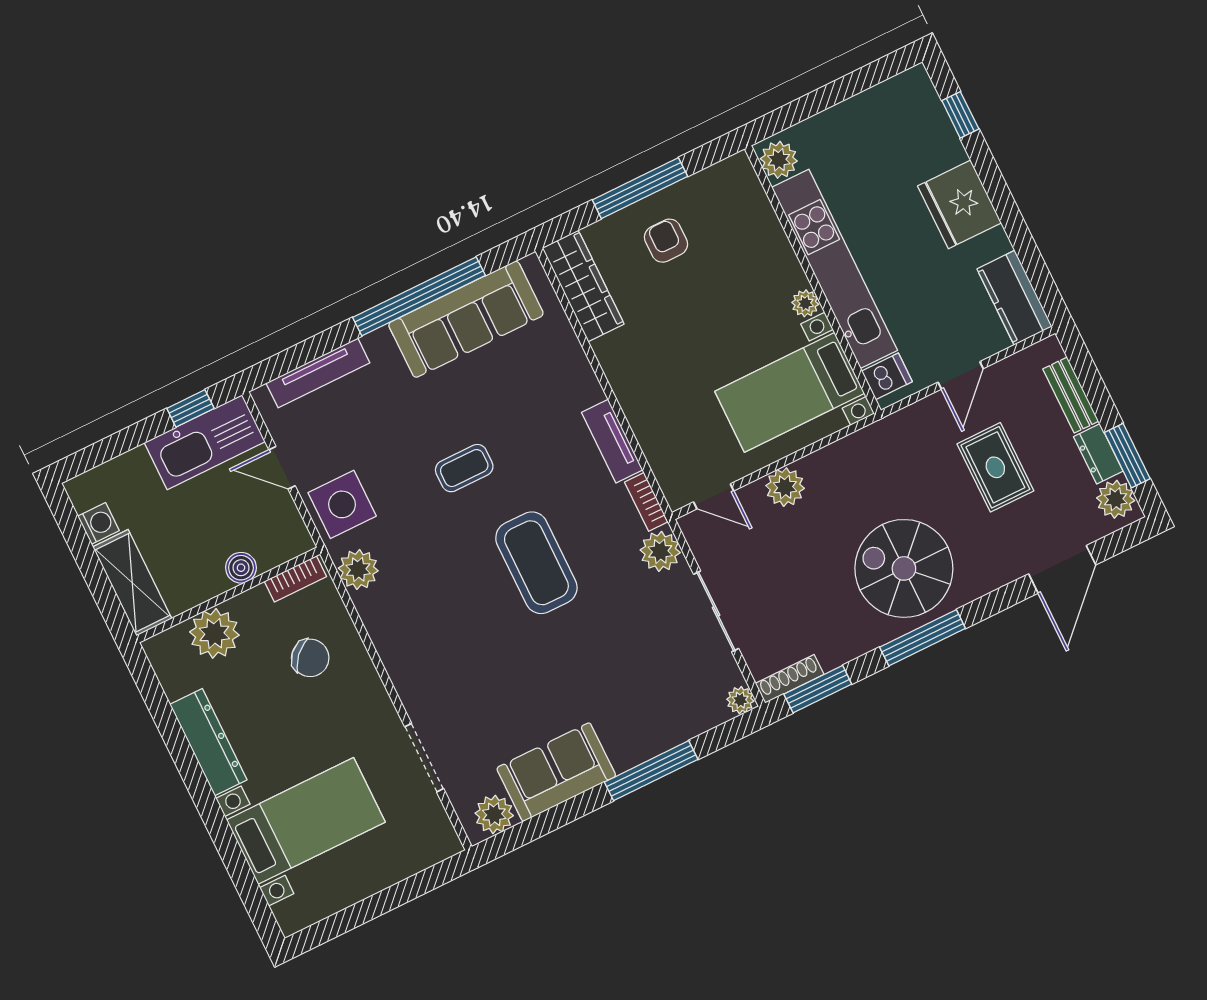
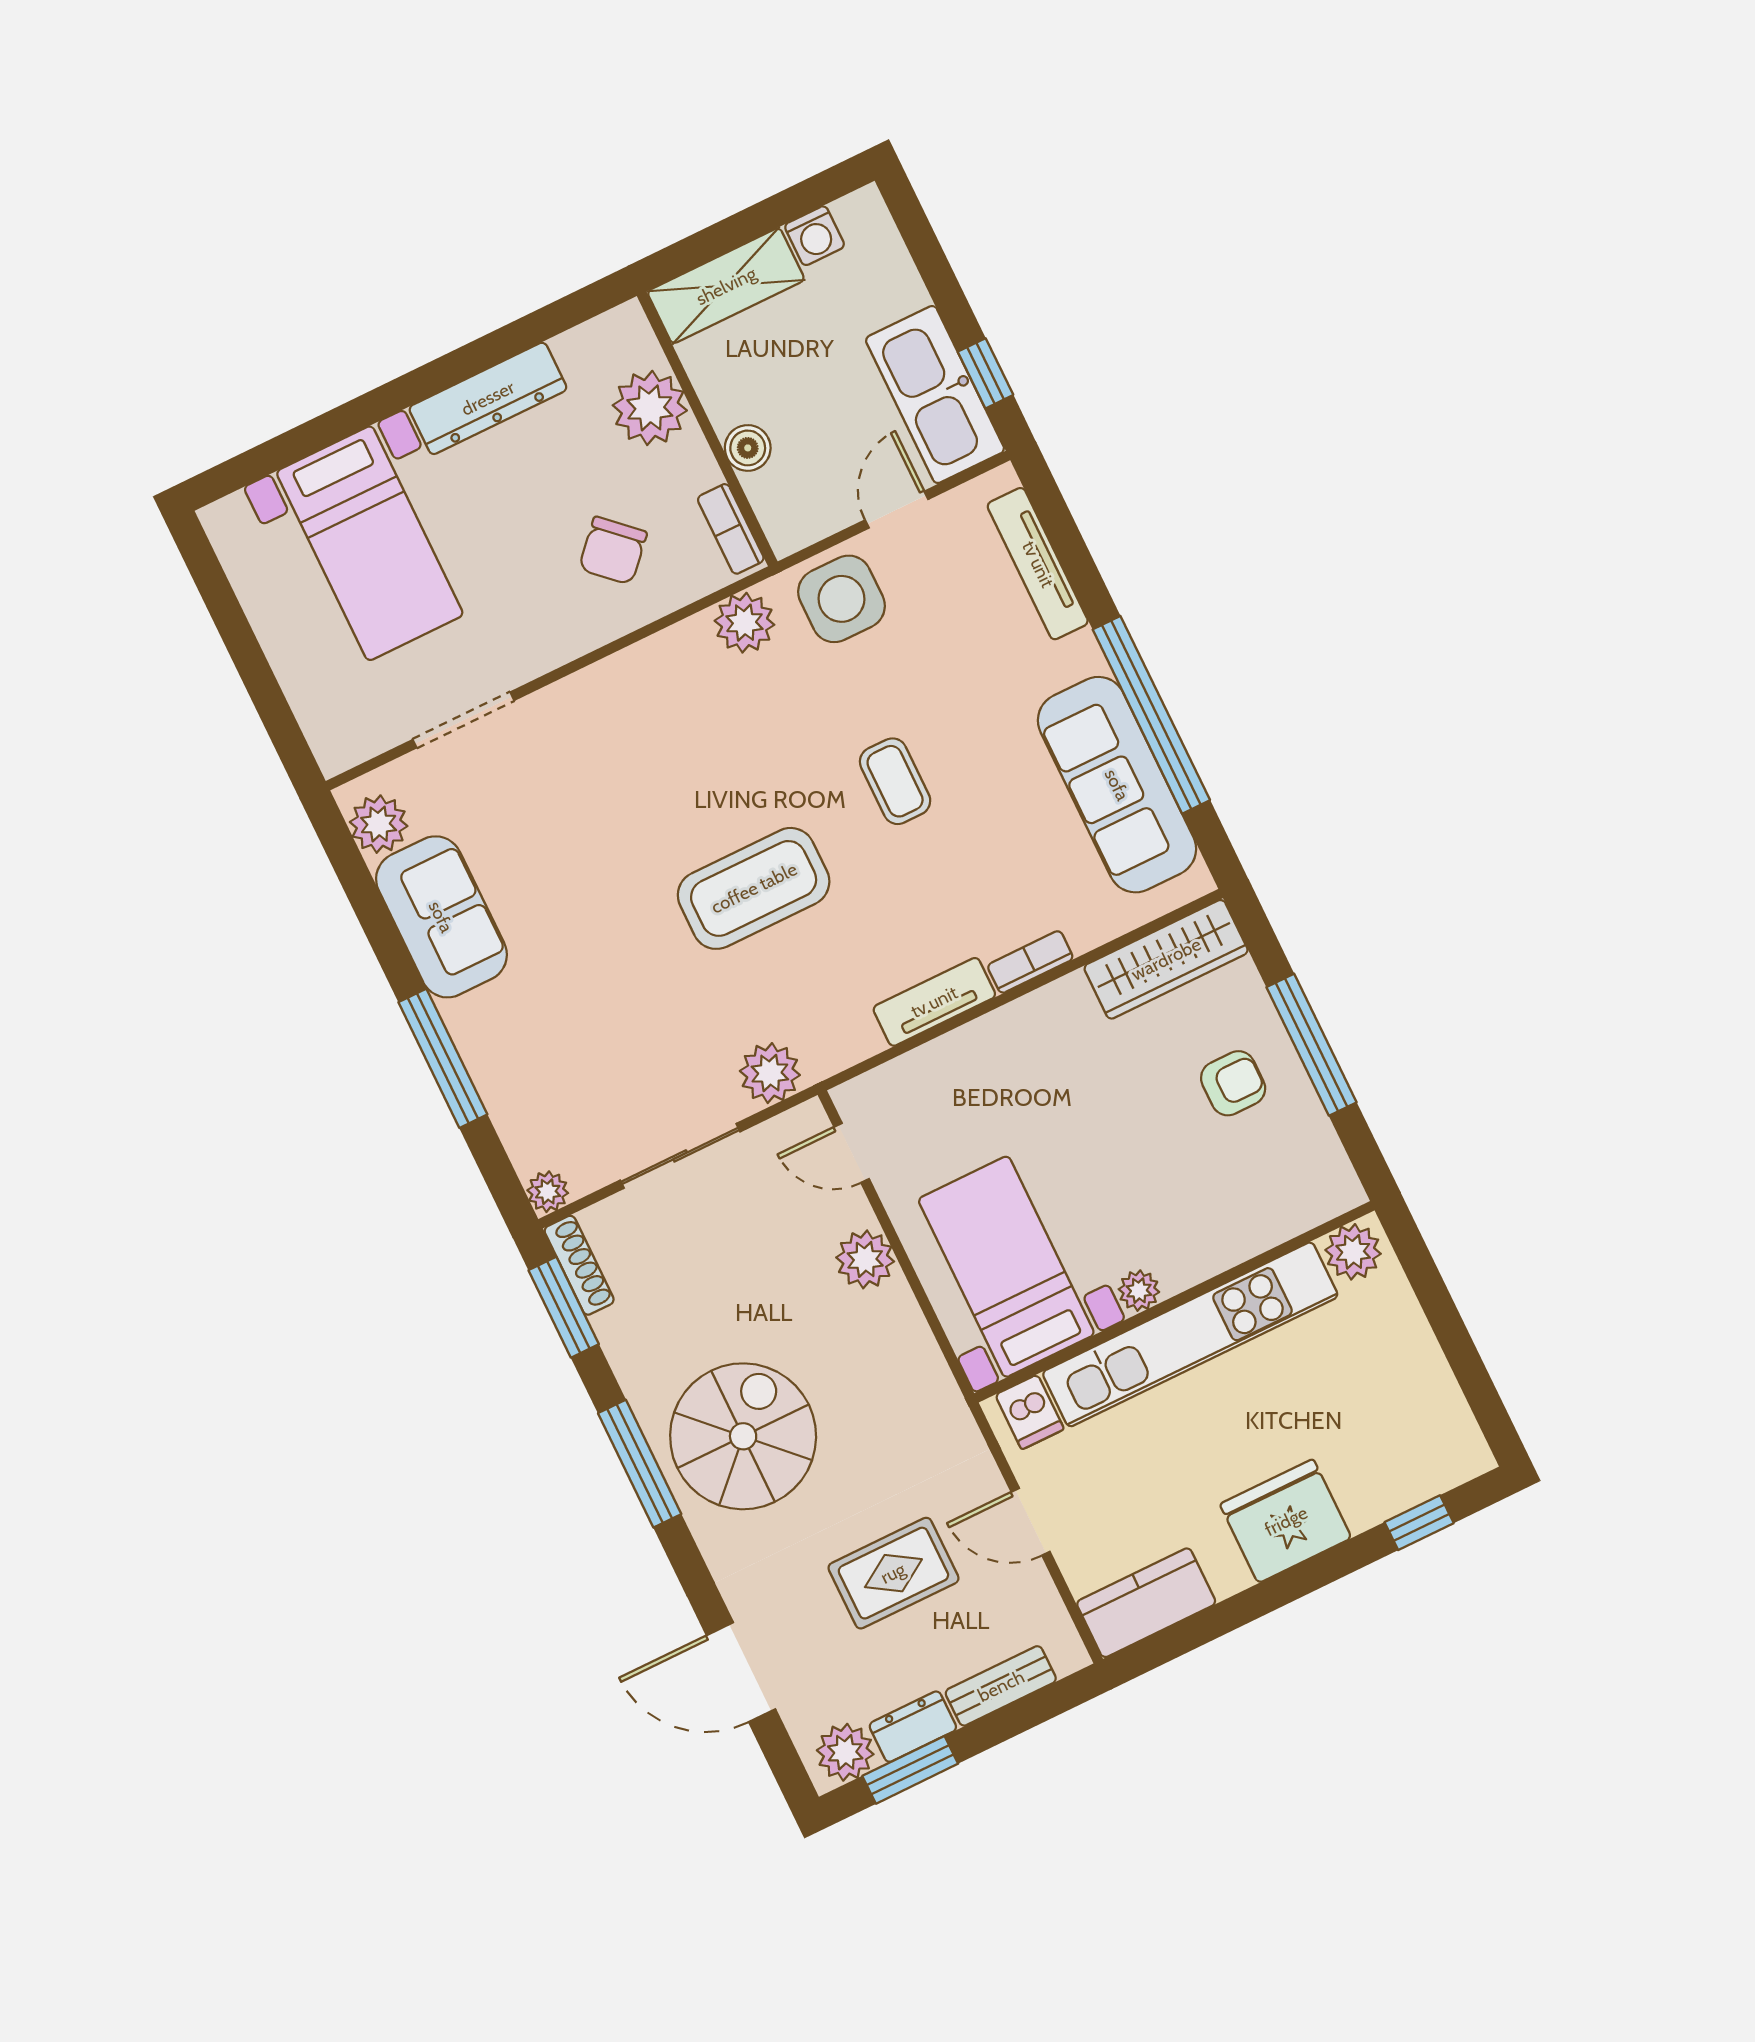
door: (714, 496) -> (852, 1153), hinge flipped
bookcase: (646, 502) -> (1030, 962), moved

